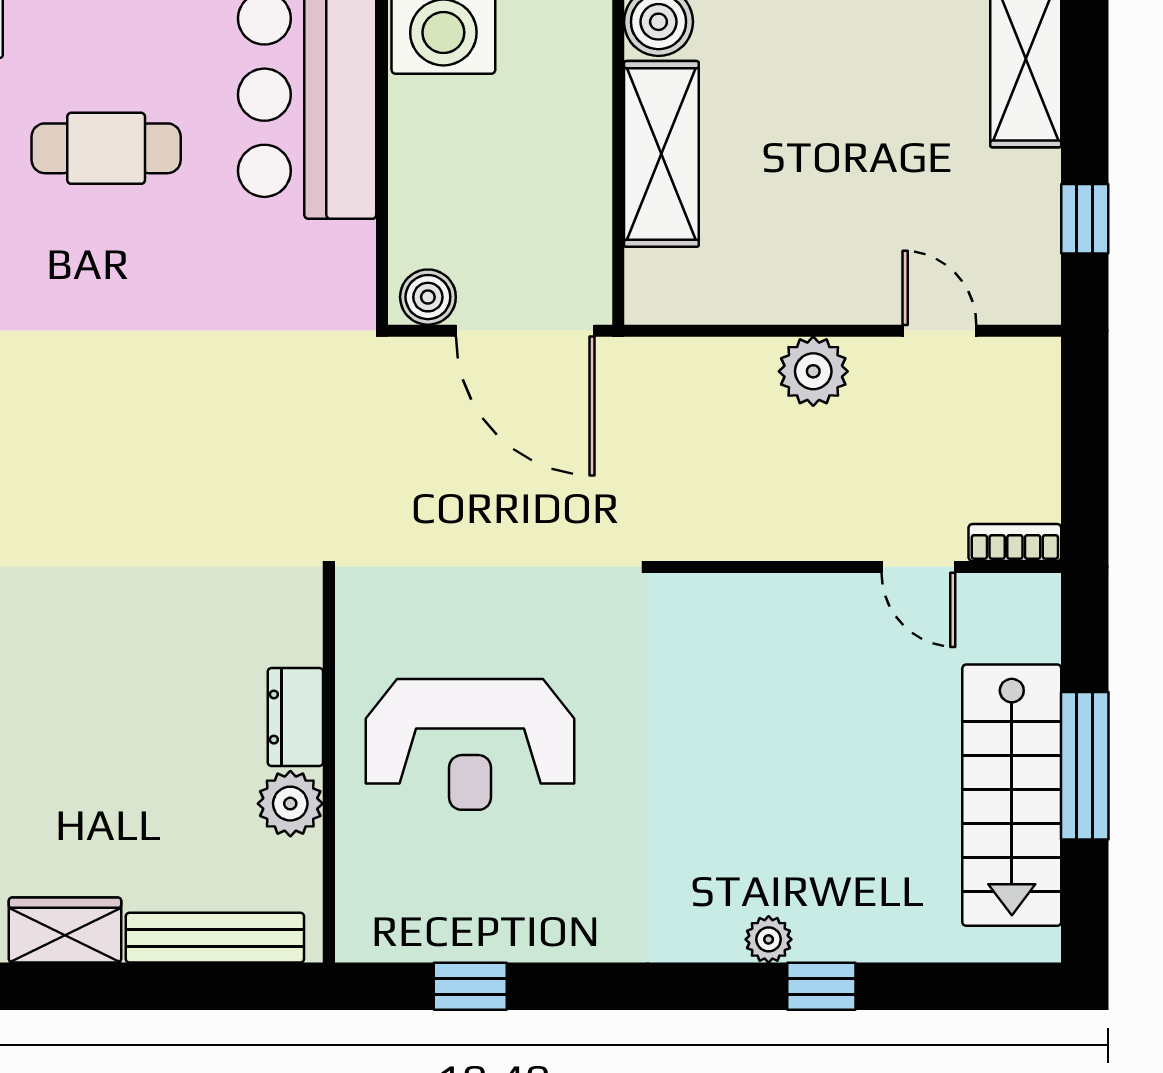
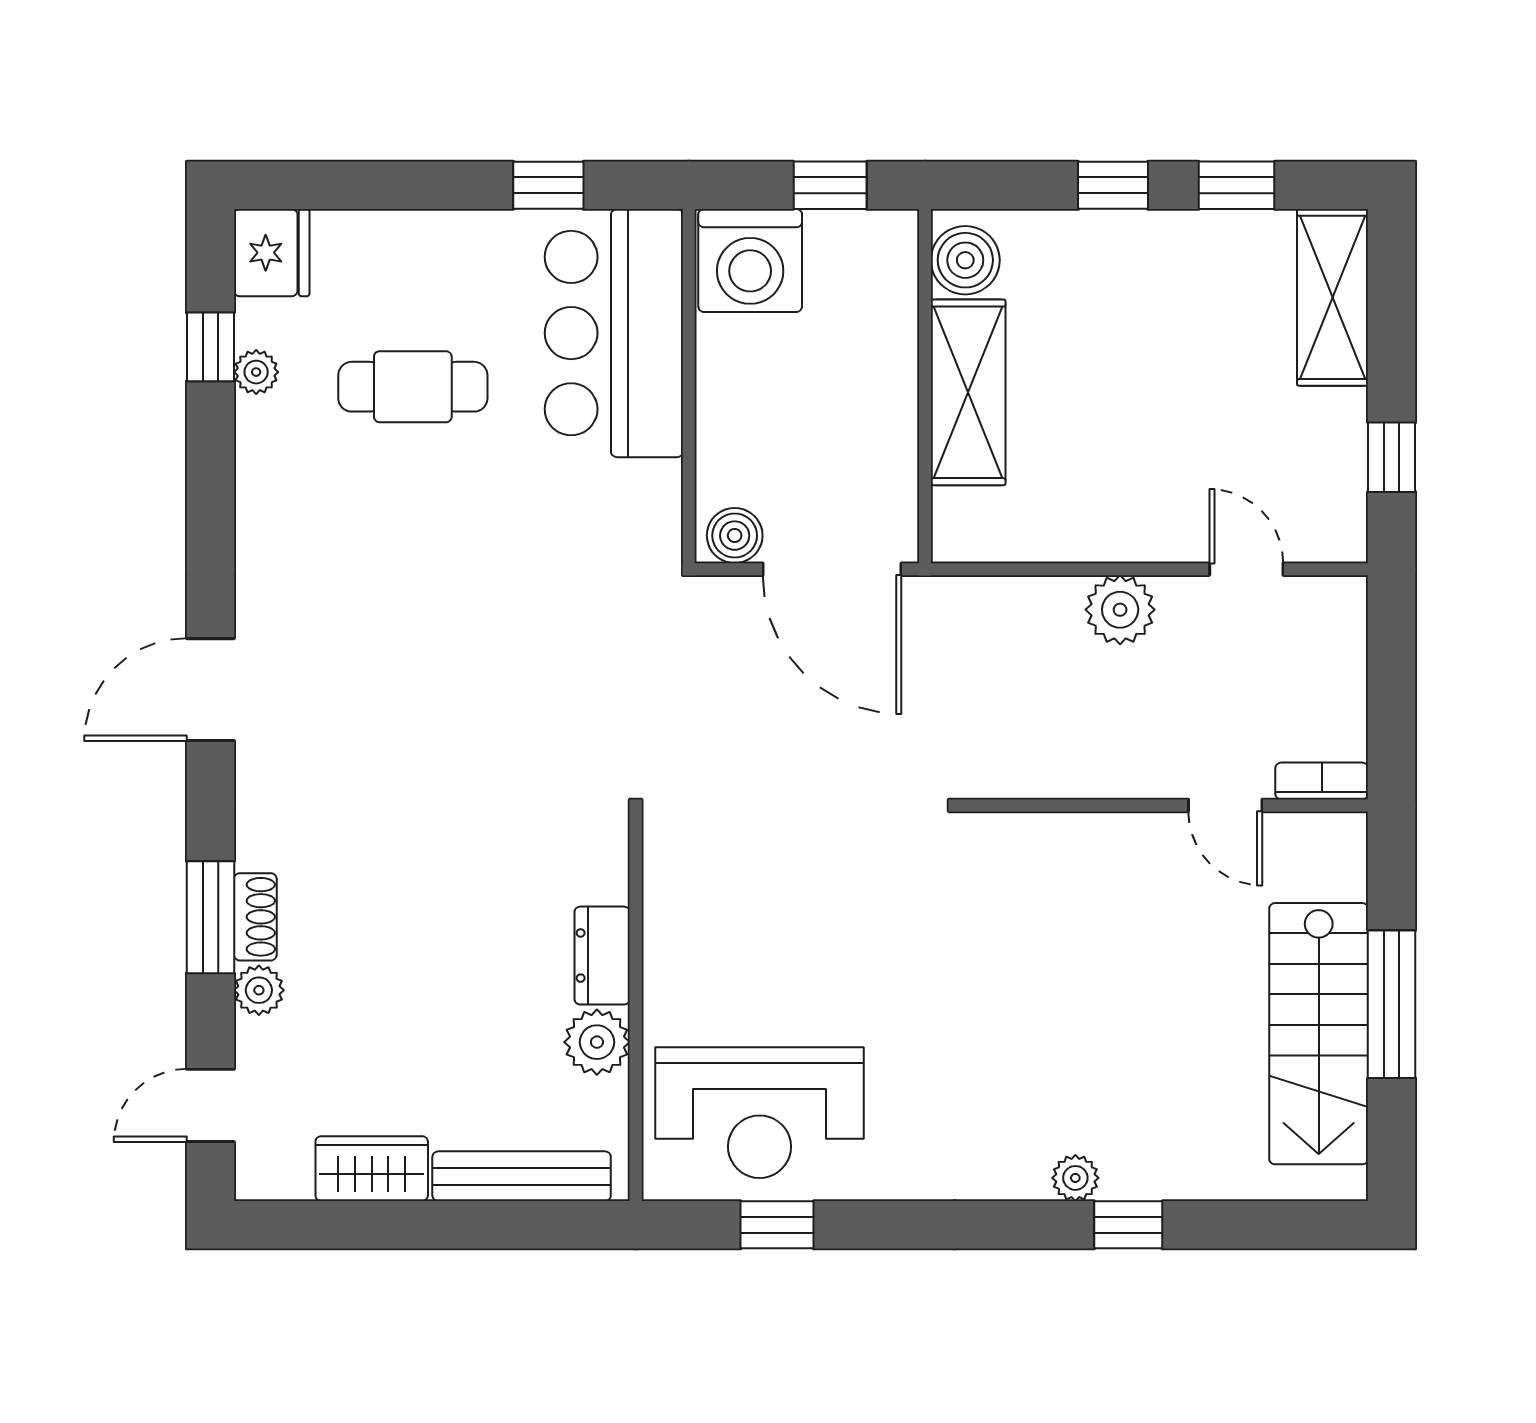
reception desk: (470, 744) -> (760, 1113), moved

